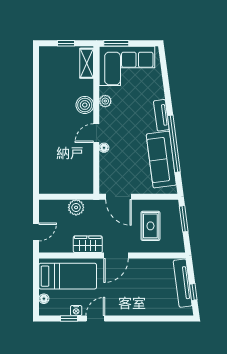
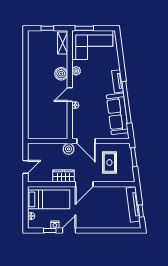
plant: (76, 207) -> (69, 149), moved

